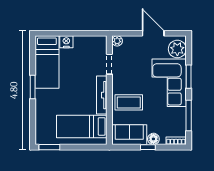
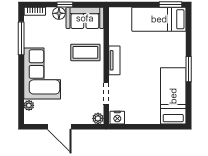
nightstand: (66, 42) -> (117, 118), moved
plant: (177, 49) -> (29, 105), width x0.53, depth x0.53
window: (189, 77) -> (21, 80), removed
tv unit: (102, 95) -> (114, 60), width x0.71
bed: (82, 126) -> (159, 19), moved, turned 180

